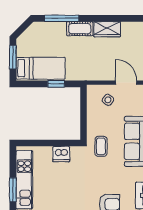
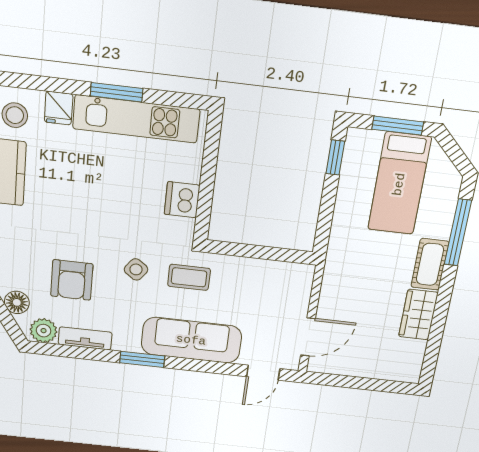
bed: (41, 68) -> (399, 184), moved
window: (56, 84) -> (335, 157), moved
side table: (108, 100) -> (136, 269), moved

